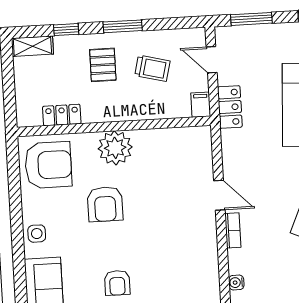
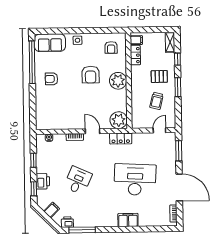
filing cabinet: (201, 105) -> (136, 40), moved
locker: (230, 107) -> (121, 138), moved
plant: (195, 143) -> (119, 120), added
armchair: (48, 165) -> (111, 47), width x0.53, depth x0.53
door: (219, 195) -> (92, 131), swing flipped
armchair: (105, 204) -> (91, 75), turned -90

